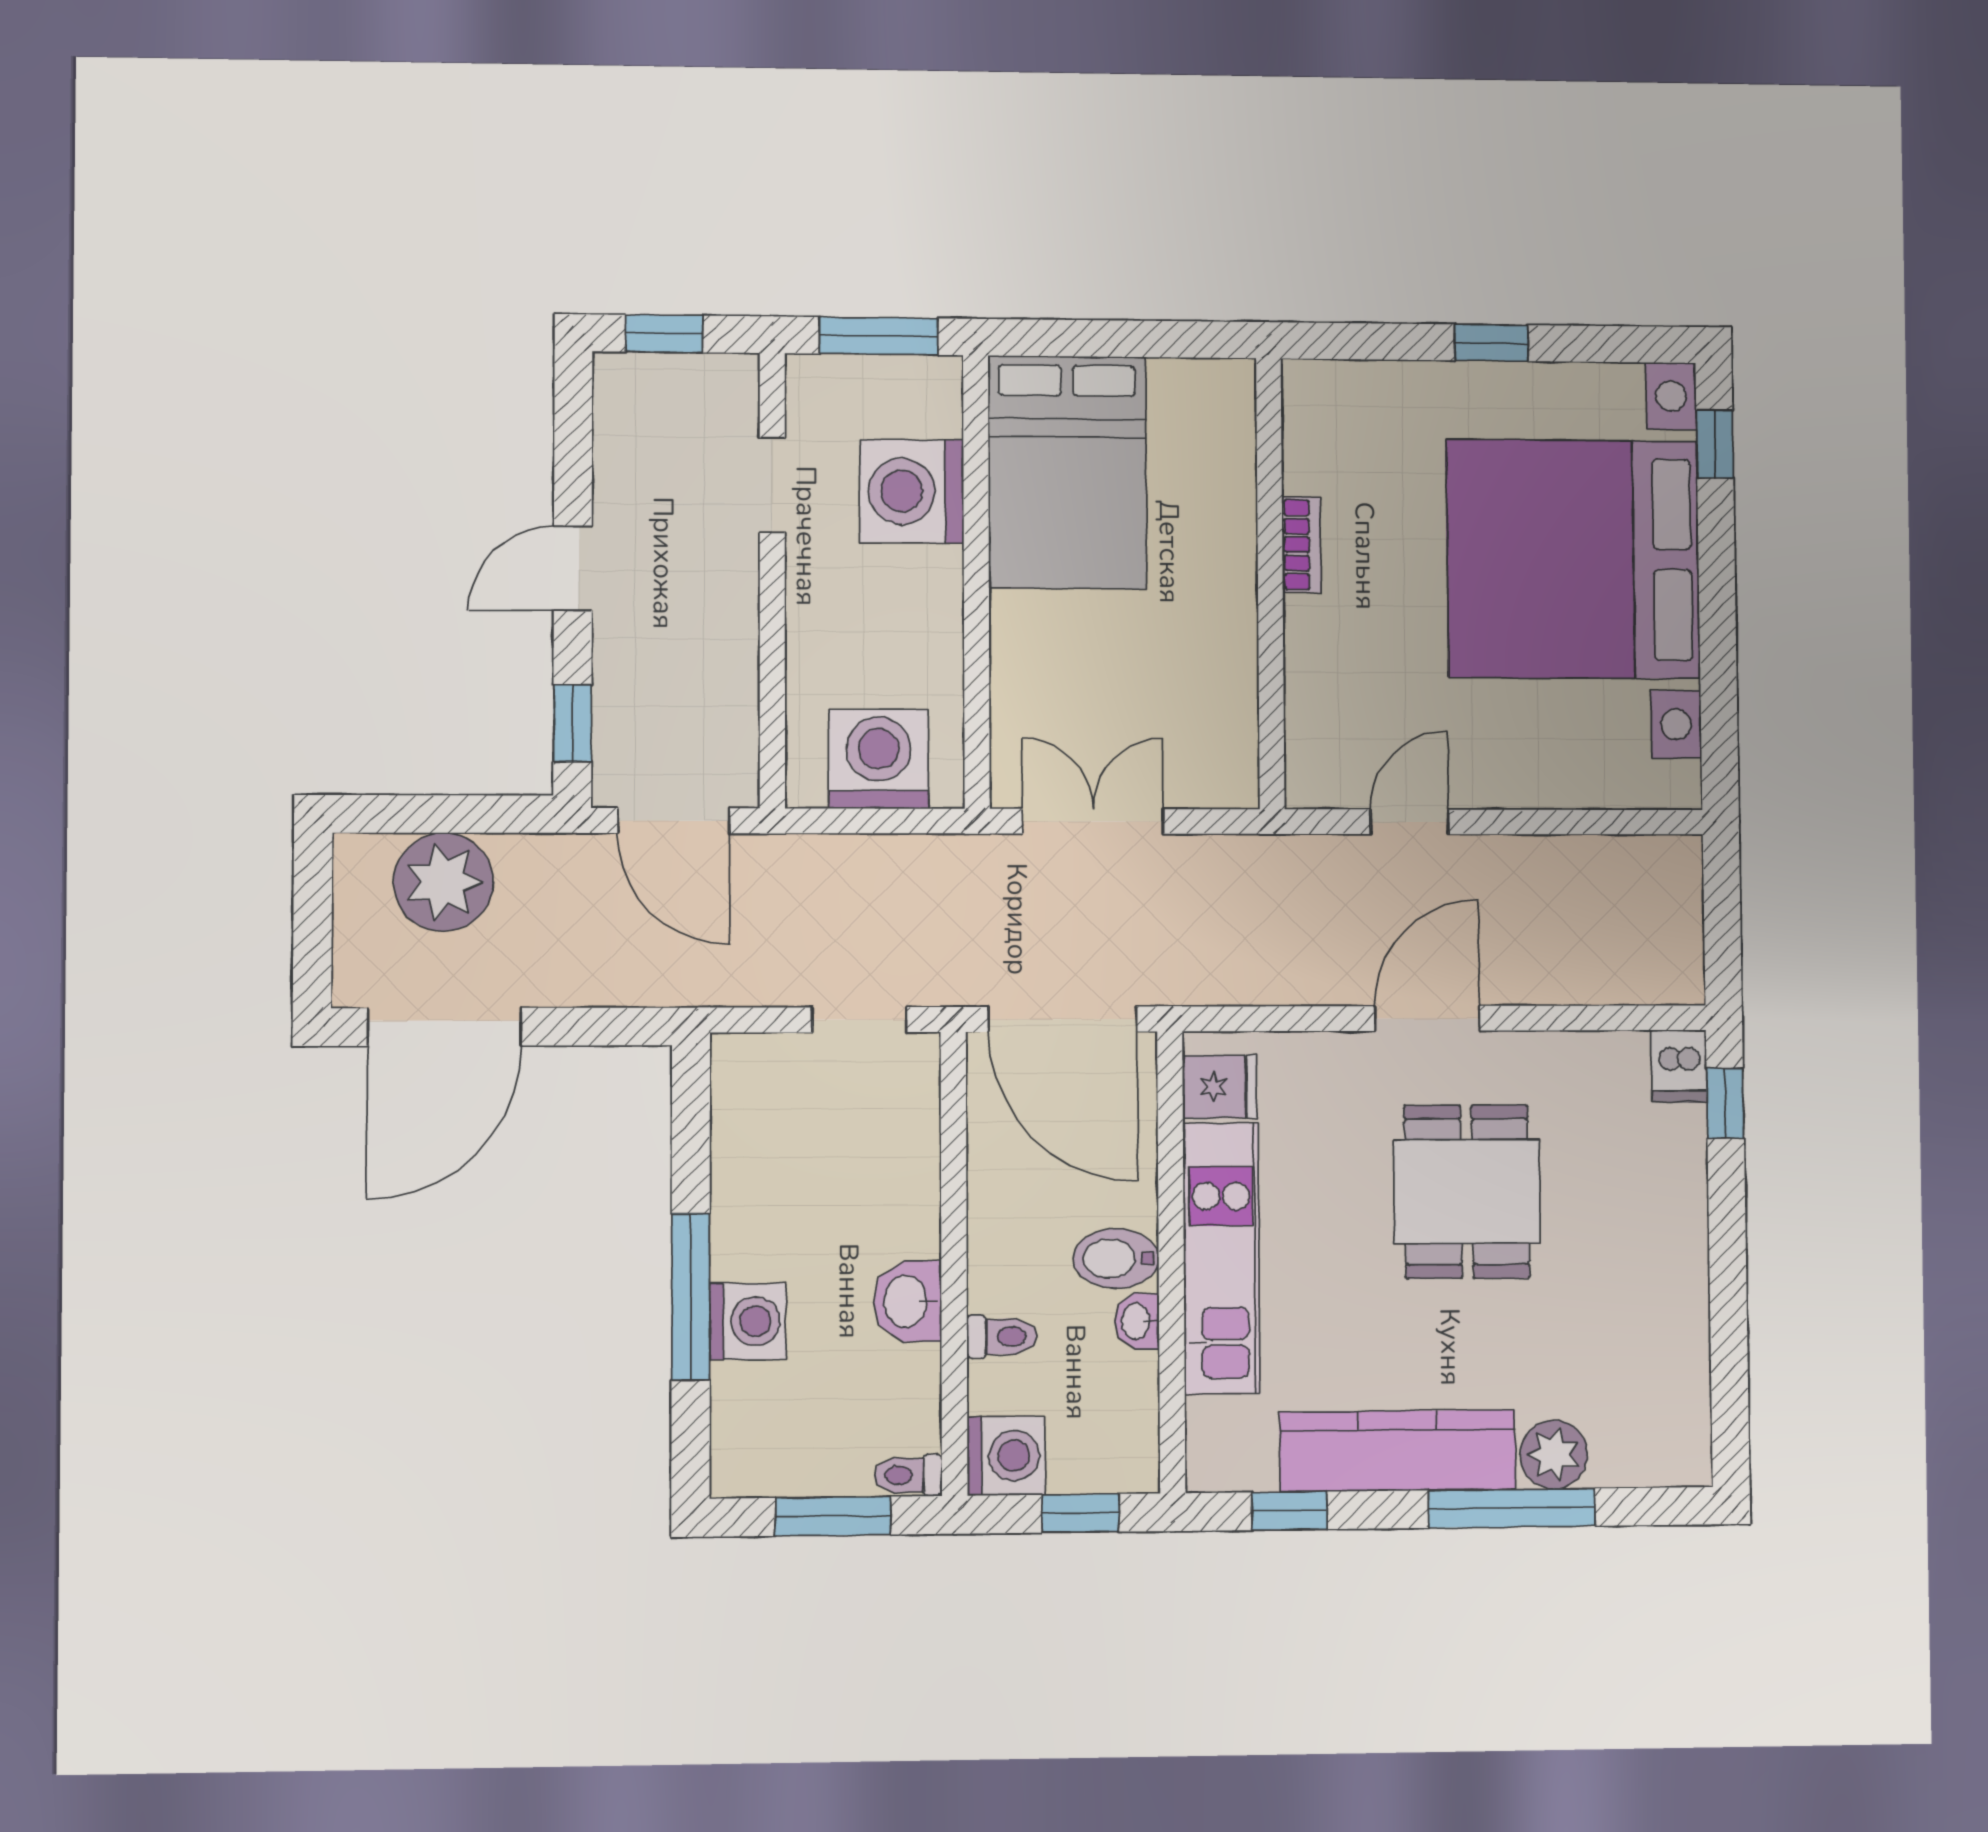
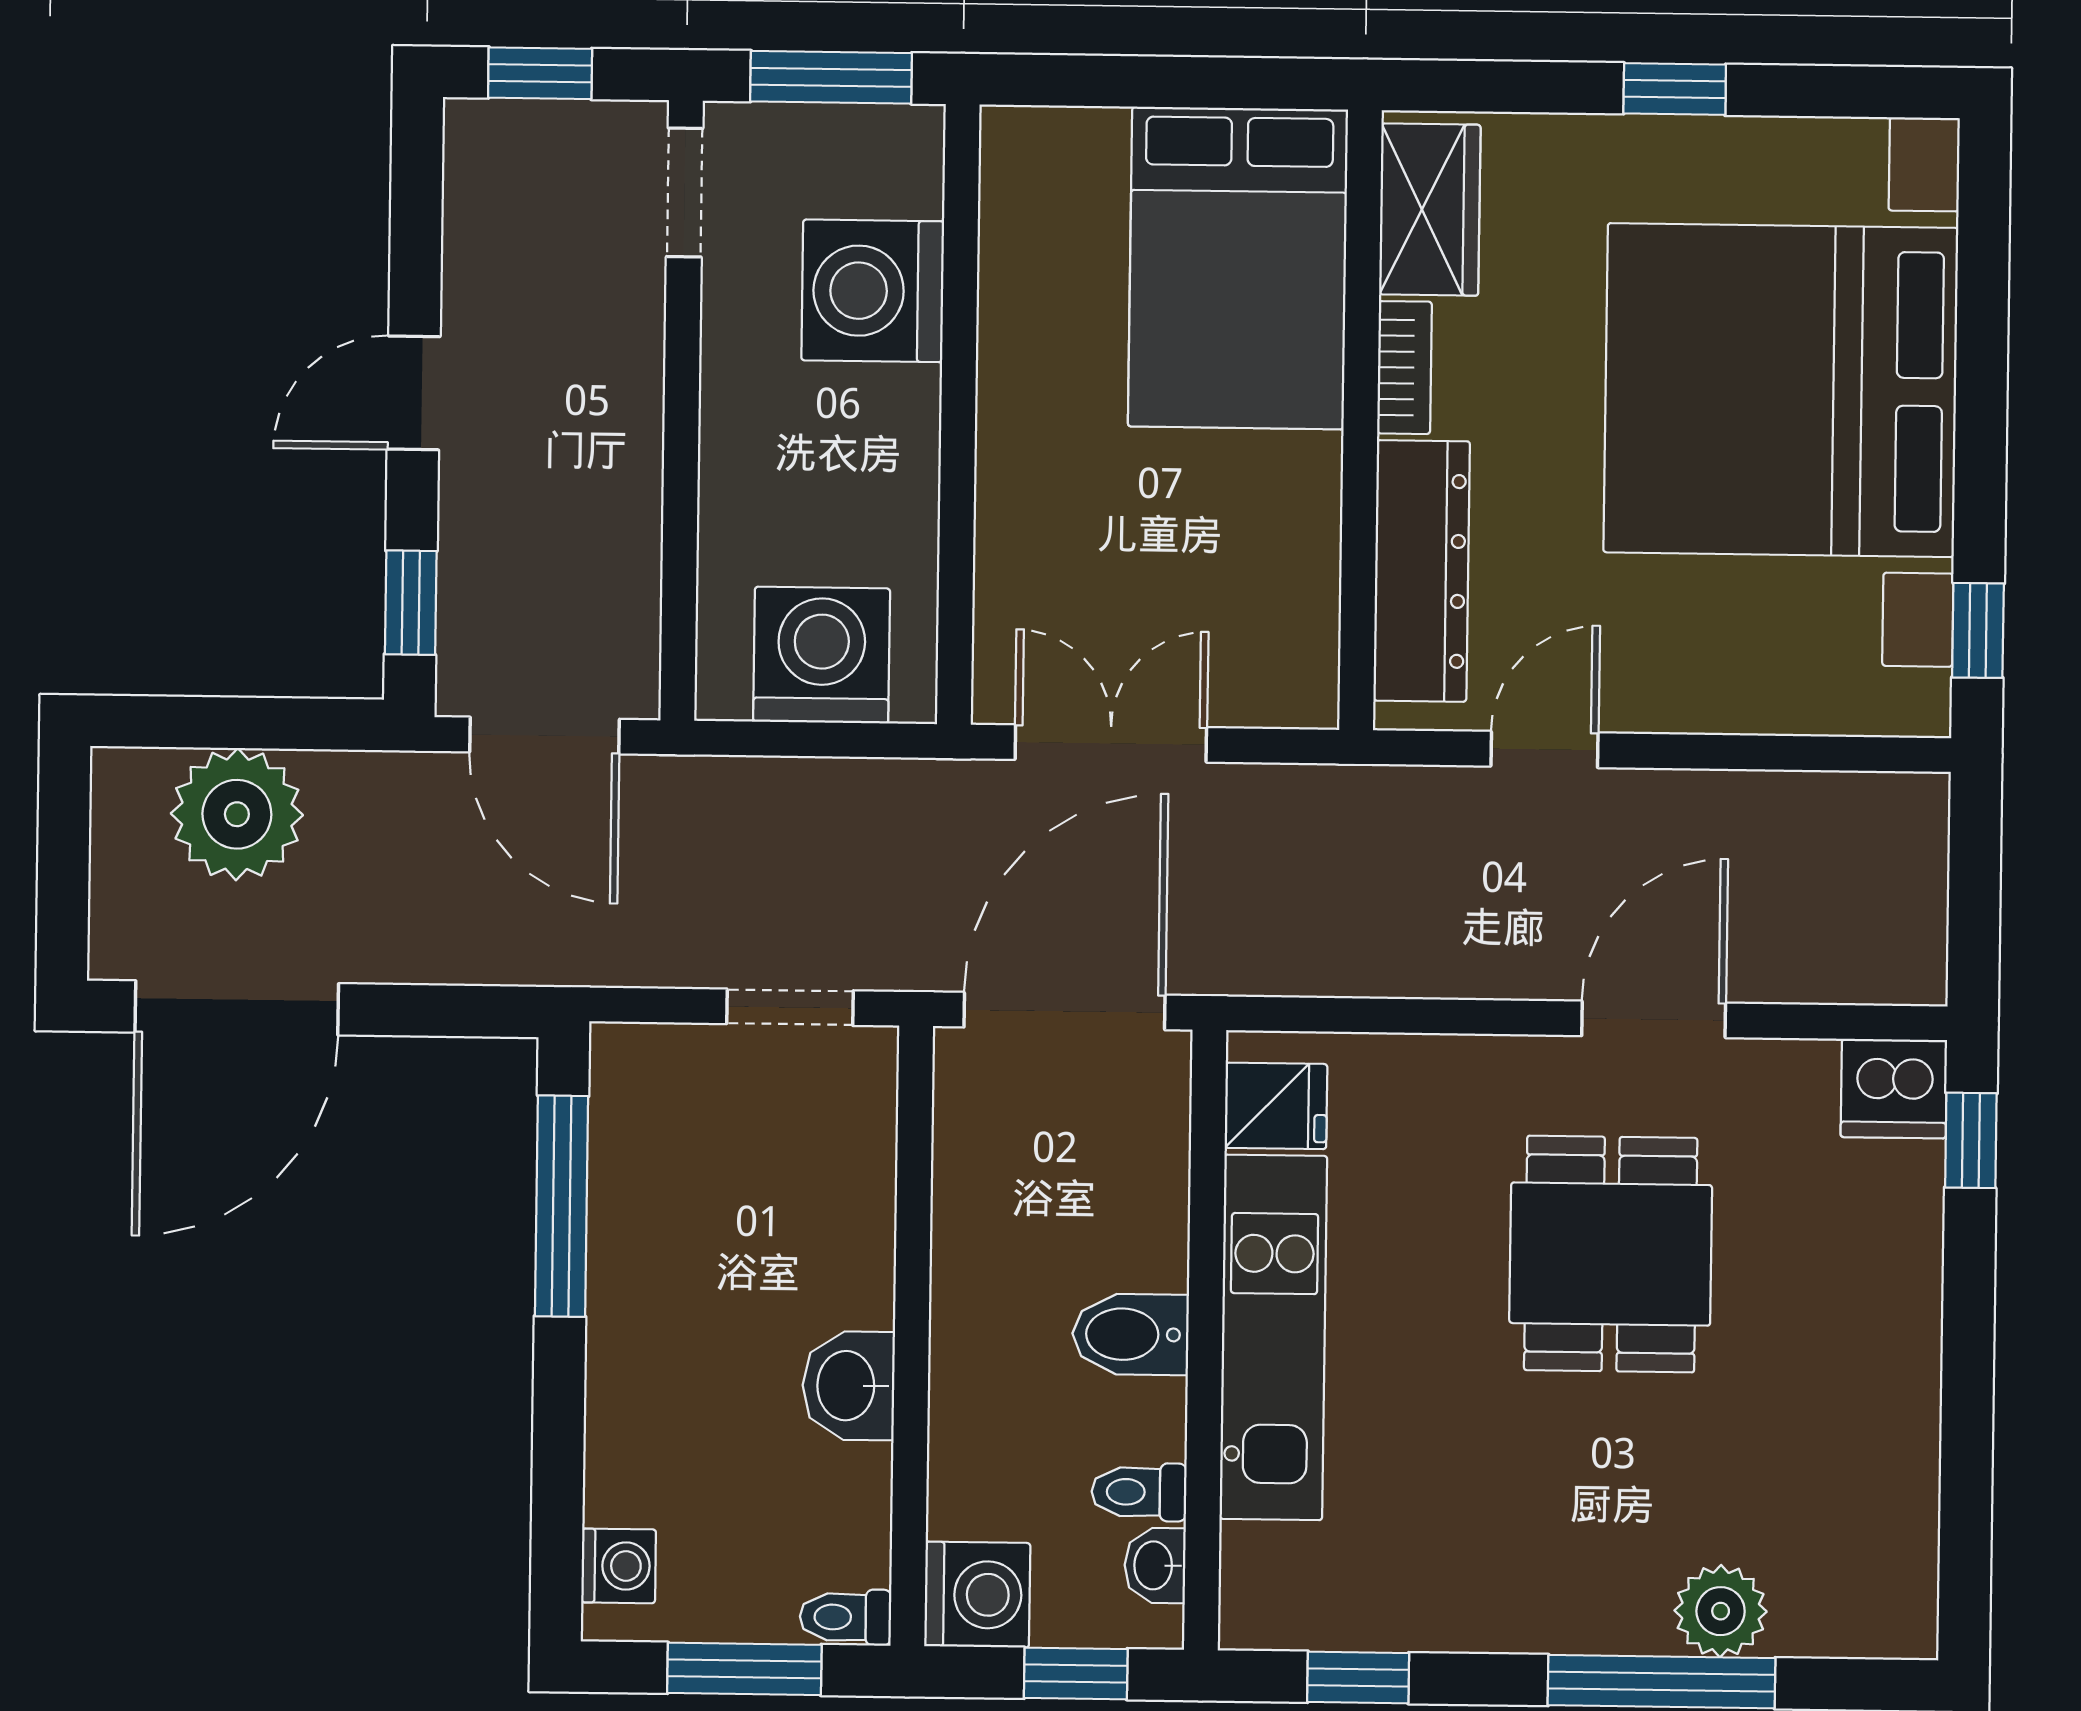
wardrobe: (1317, 430) -> (1430, 210), added
window: (1715, 444) -> (1978, 630), moved
bed: (1067, 472) -> (1238, 268), moved
doorway: (772, 485) -> (685, 192), moved
dresser: (1317, 693) -> (1422, 571), added
door: (1427, 1018) -> (1654, 1019), moved
door: (1063, 1019) -> (1065, 1011), swing flipped
dishwasher: (1679, 1066) -> (1894, 1089), width x1.38
window: (691, 1297) -> (562, 1206), moved
washing machine: (748, 1321) -> (619, 1566), moved, width x0.73, depth x0.73
washbasin: (1137, 1321) -> (1155, 1565), moved
toilet: (1002, 1337) -> (1139, 1492), moved, turned 180
kitchen counter: (1398, 1451) -> (1507, 1601), removed

